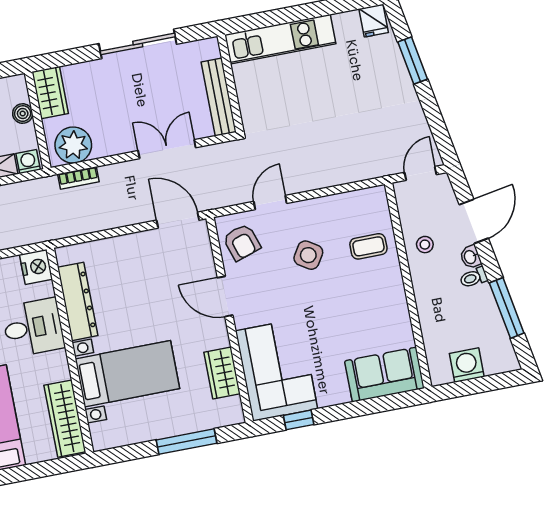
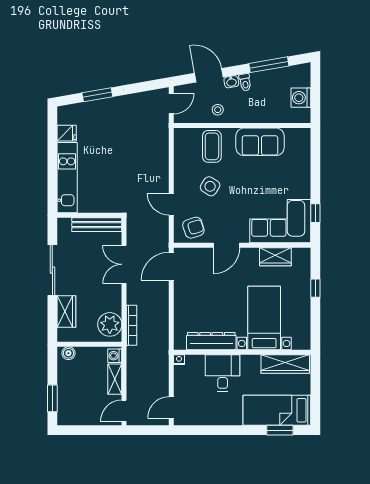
fridge: (374, 21) -> (67, 133), moved
wardrobe: (50, 93) -> (66, 311), moved, turned 90
boiler: (23, 114) -> (68, 353), moved
door: (421, 173) -> (171, 104), swing flipped
bookcase: (78, 178) -> (132, 325), width x1.56
coffee table: (368, 246) -> (212, 146), width x1.36, depth x1.30
nightstand: (36, 267) -> (179, 360), width x0.53, depth x0.56
sofa: (384, 375) -> (260, 142), moved, turned -90
window: (187, 442) -> (315, 288), width x0.46

